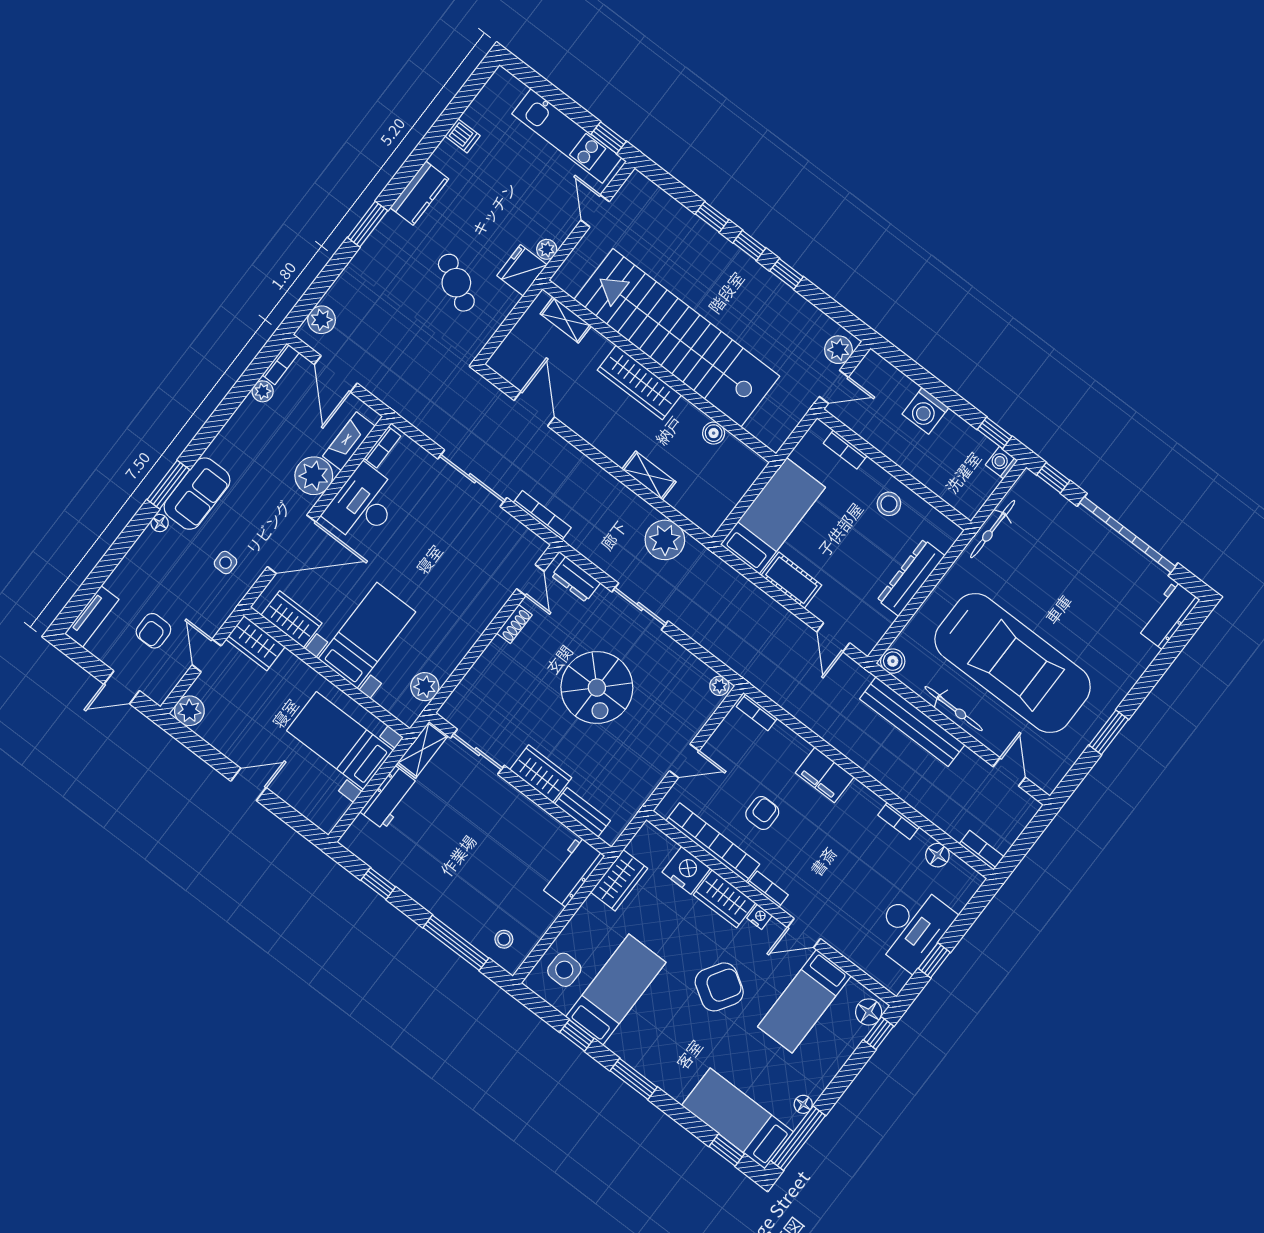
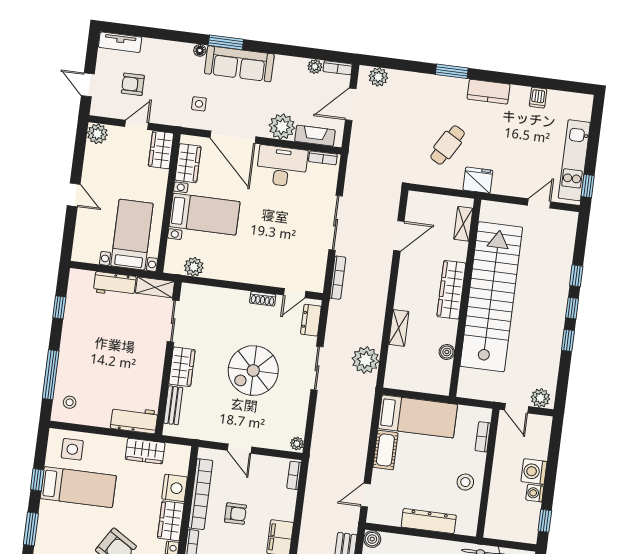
plant: (547, 249) -> (499, 188), removed
washing machine: (1002, 463) -> (535, 493), moved, turned -90
sofa: (197, 494) -> (239, 64), width x1.36

